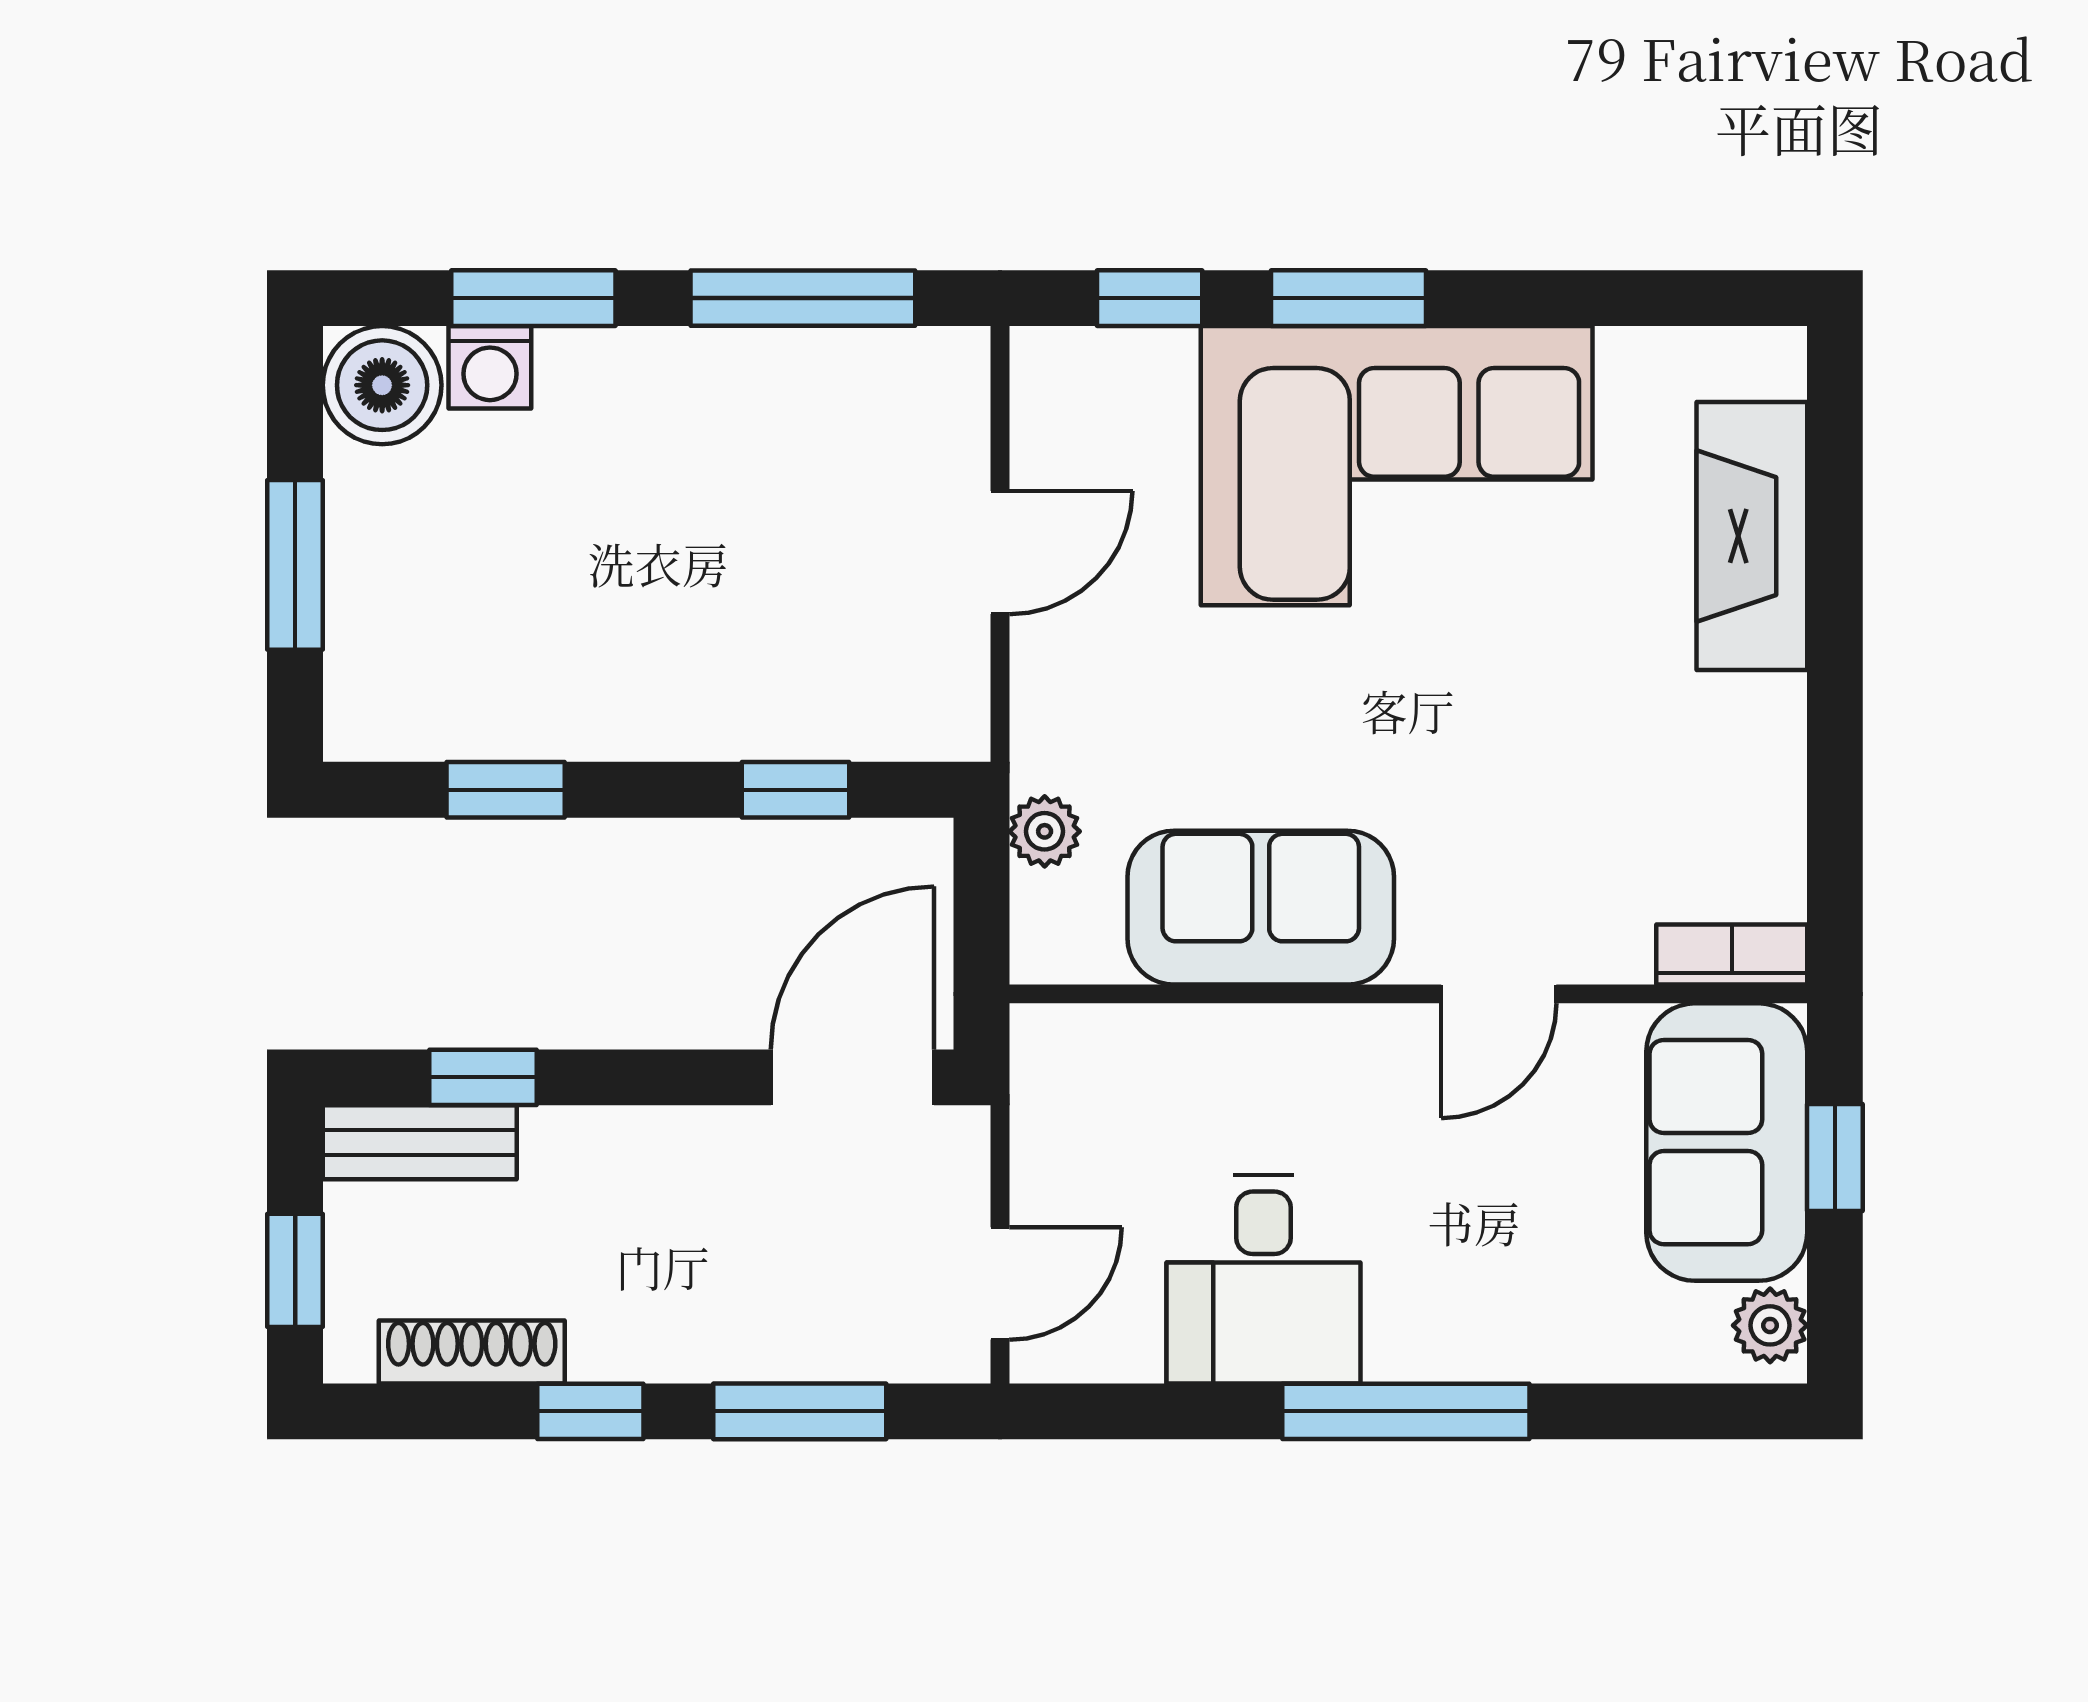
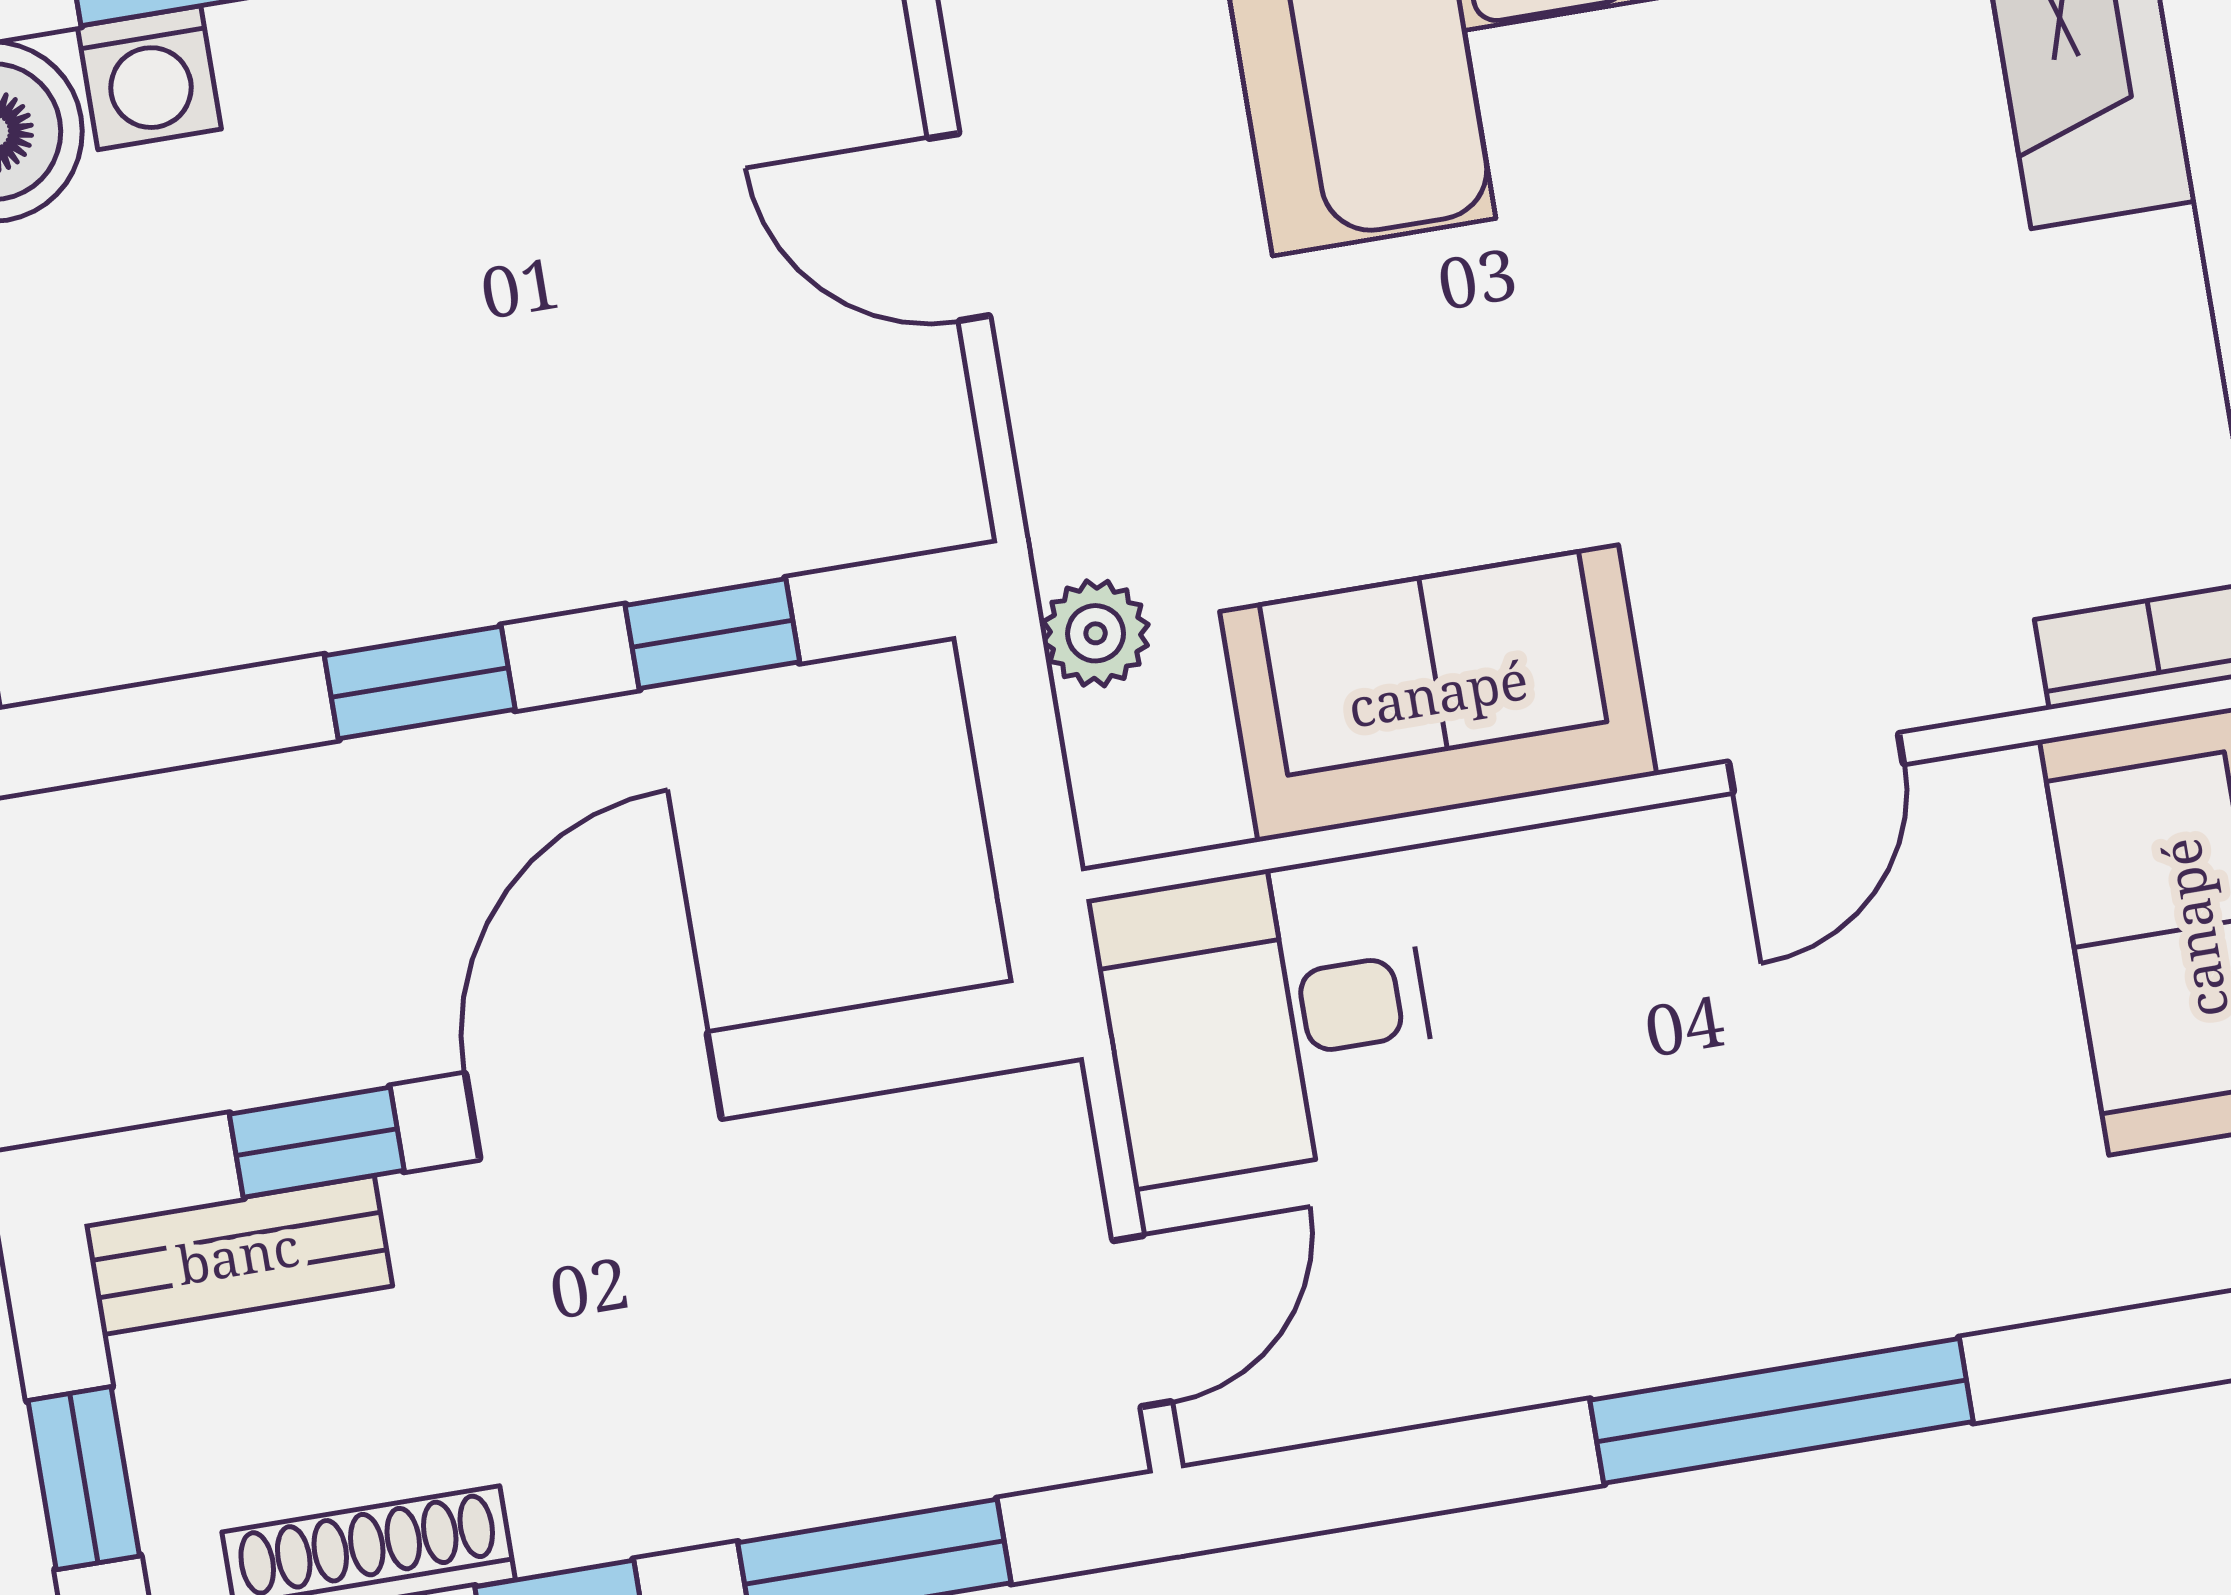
door: (1000, 552) -> (959, 227), swing flipped
window: (506, 790) -> (420, 683), moved
door: (853, 1077) -> (593, 1096), moved
desk: (1263, 1279) -> (1266, 1019), moved, turned 90

